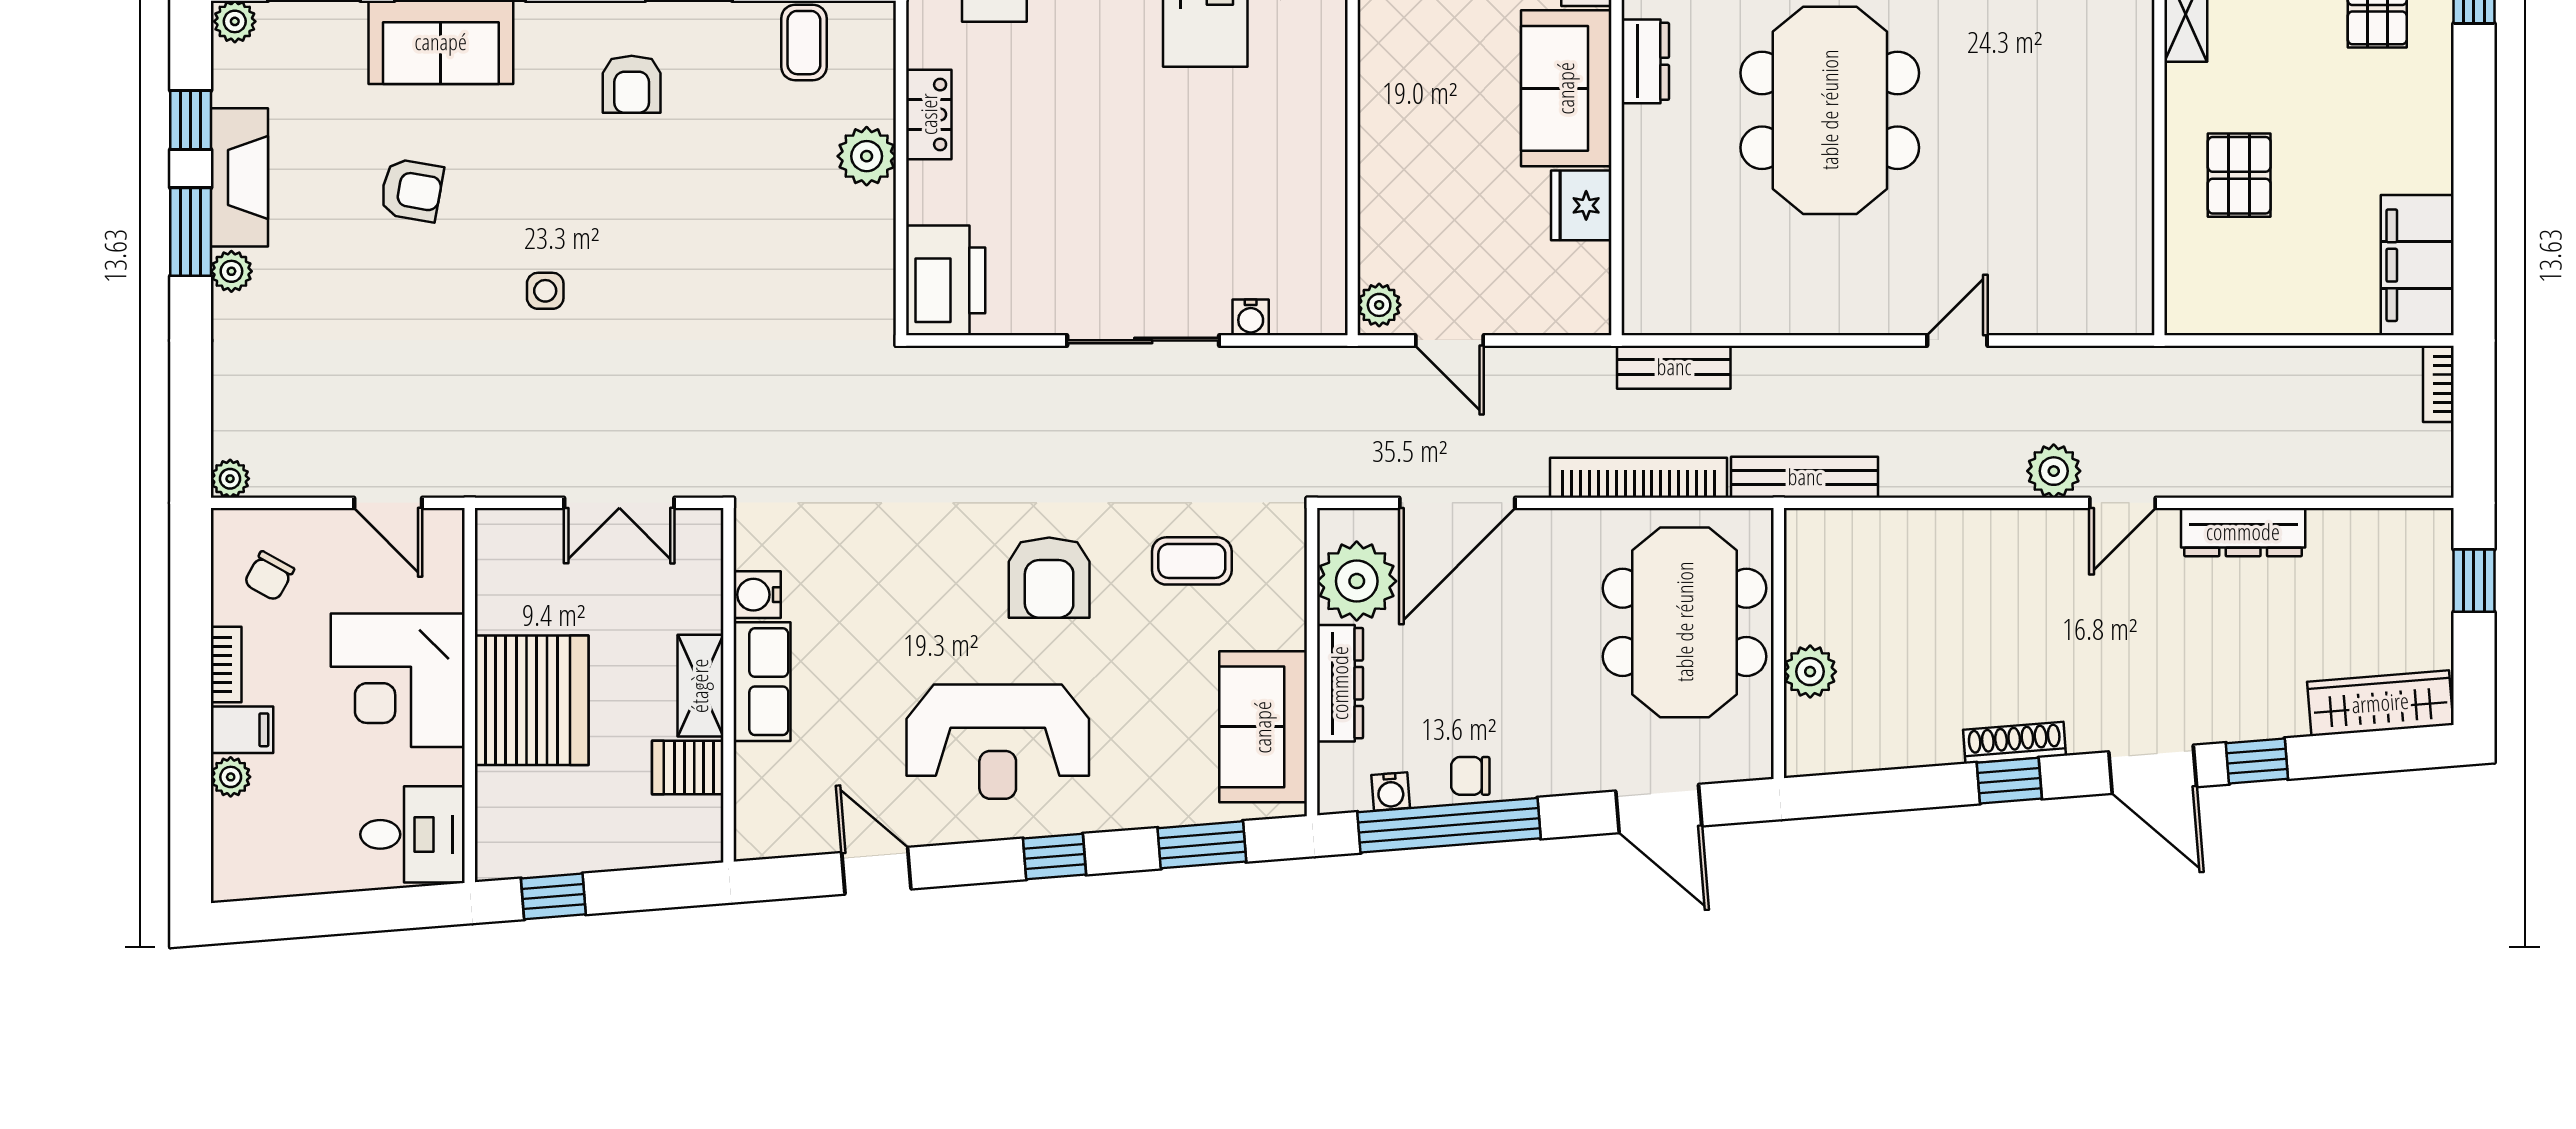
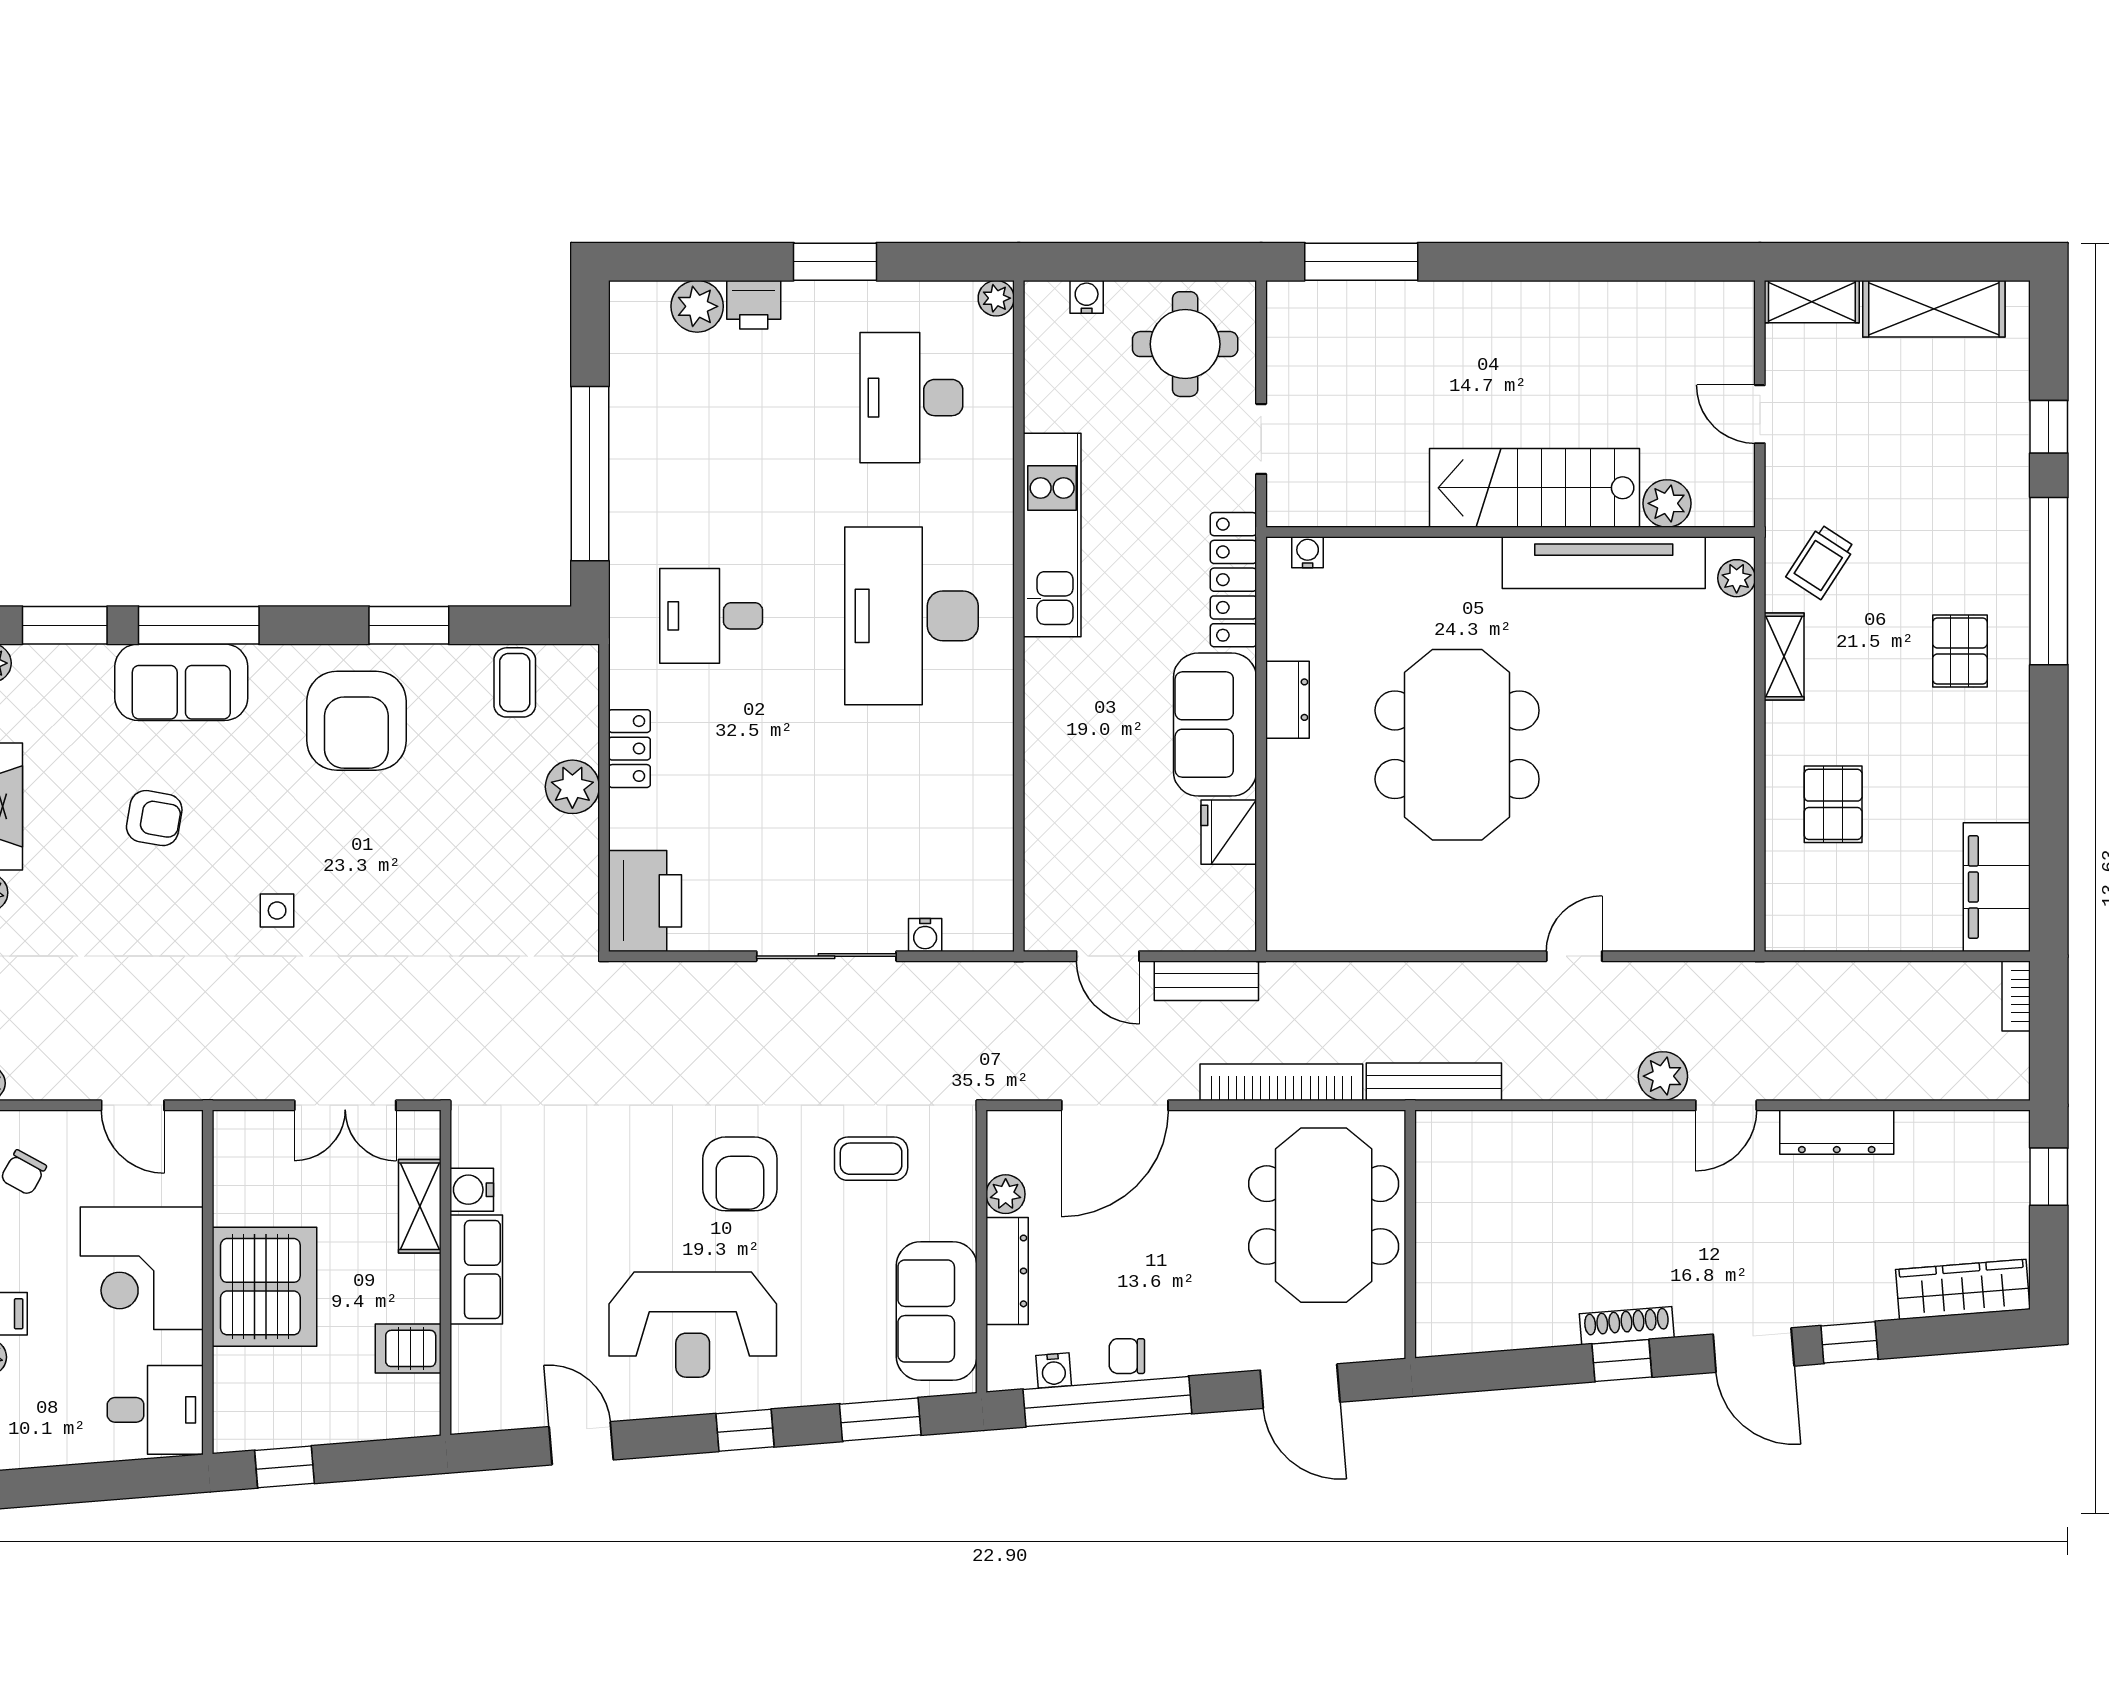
armchair: (632, 84) -> (356, 721), width x1.88, depth x1.88
plant: (1379, 305) -> (1043, 924), removed
bench: (1674, 367) -> (1206, 981), moved
plant: (1357, 581) -> (1006, 1194), width x0.53, depth x0.53
plant: (1810, 672) -> (1439, 1260), removed
shelving: (700, 686) -> (420, 1206), moved

